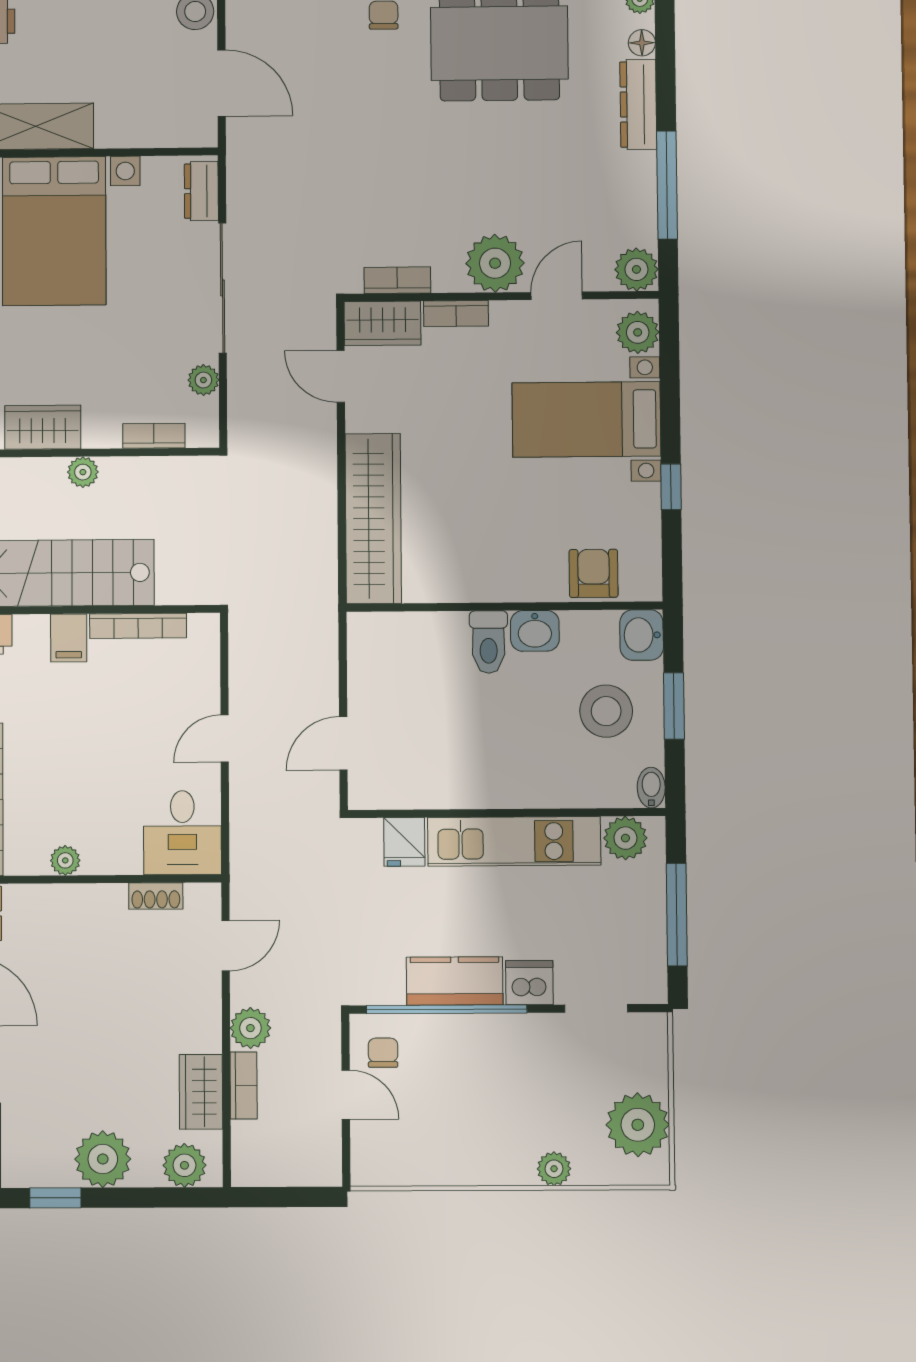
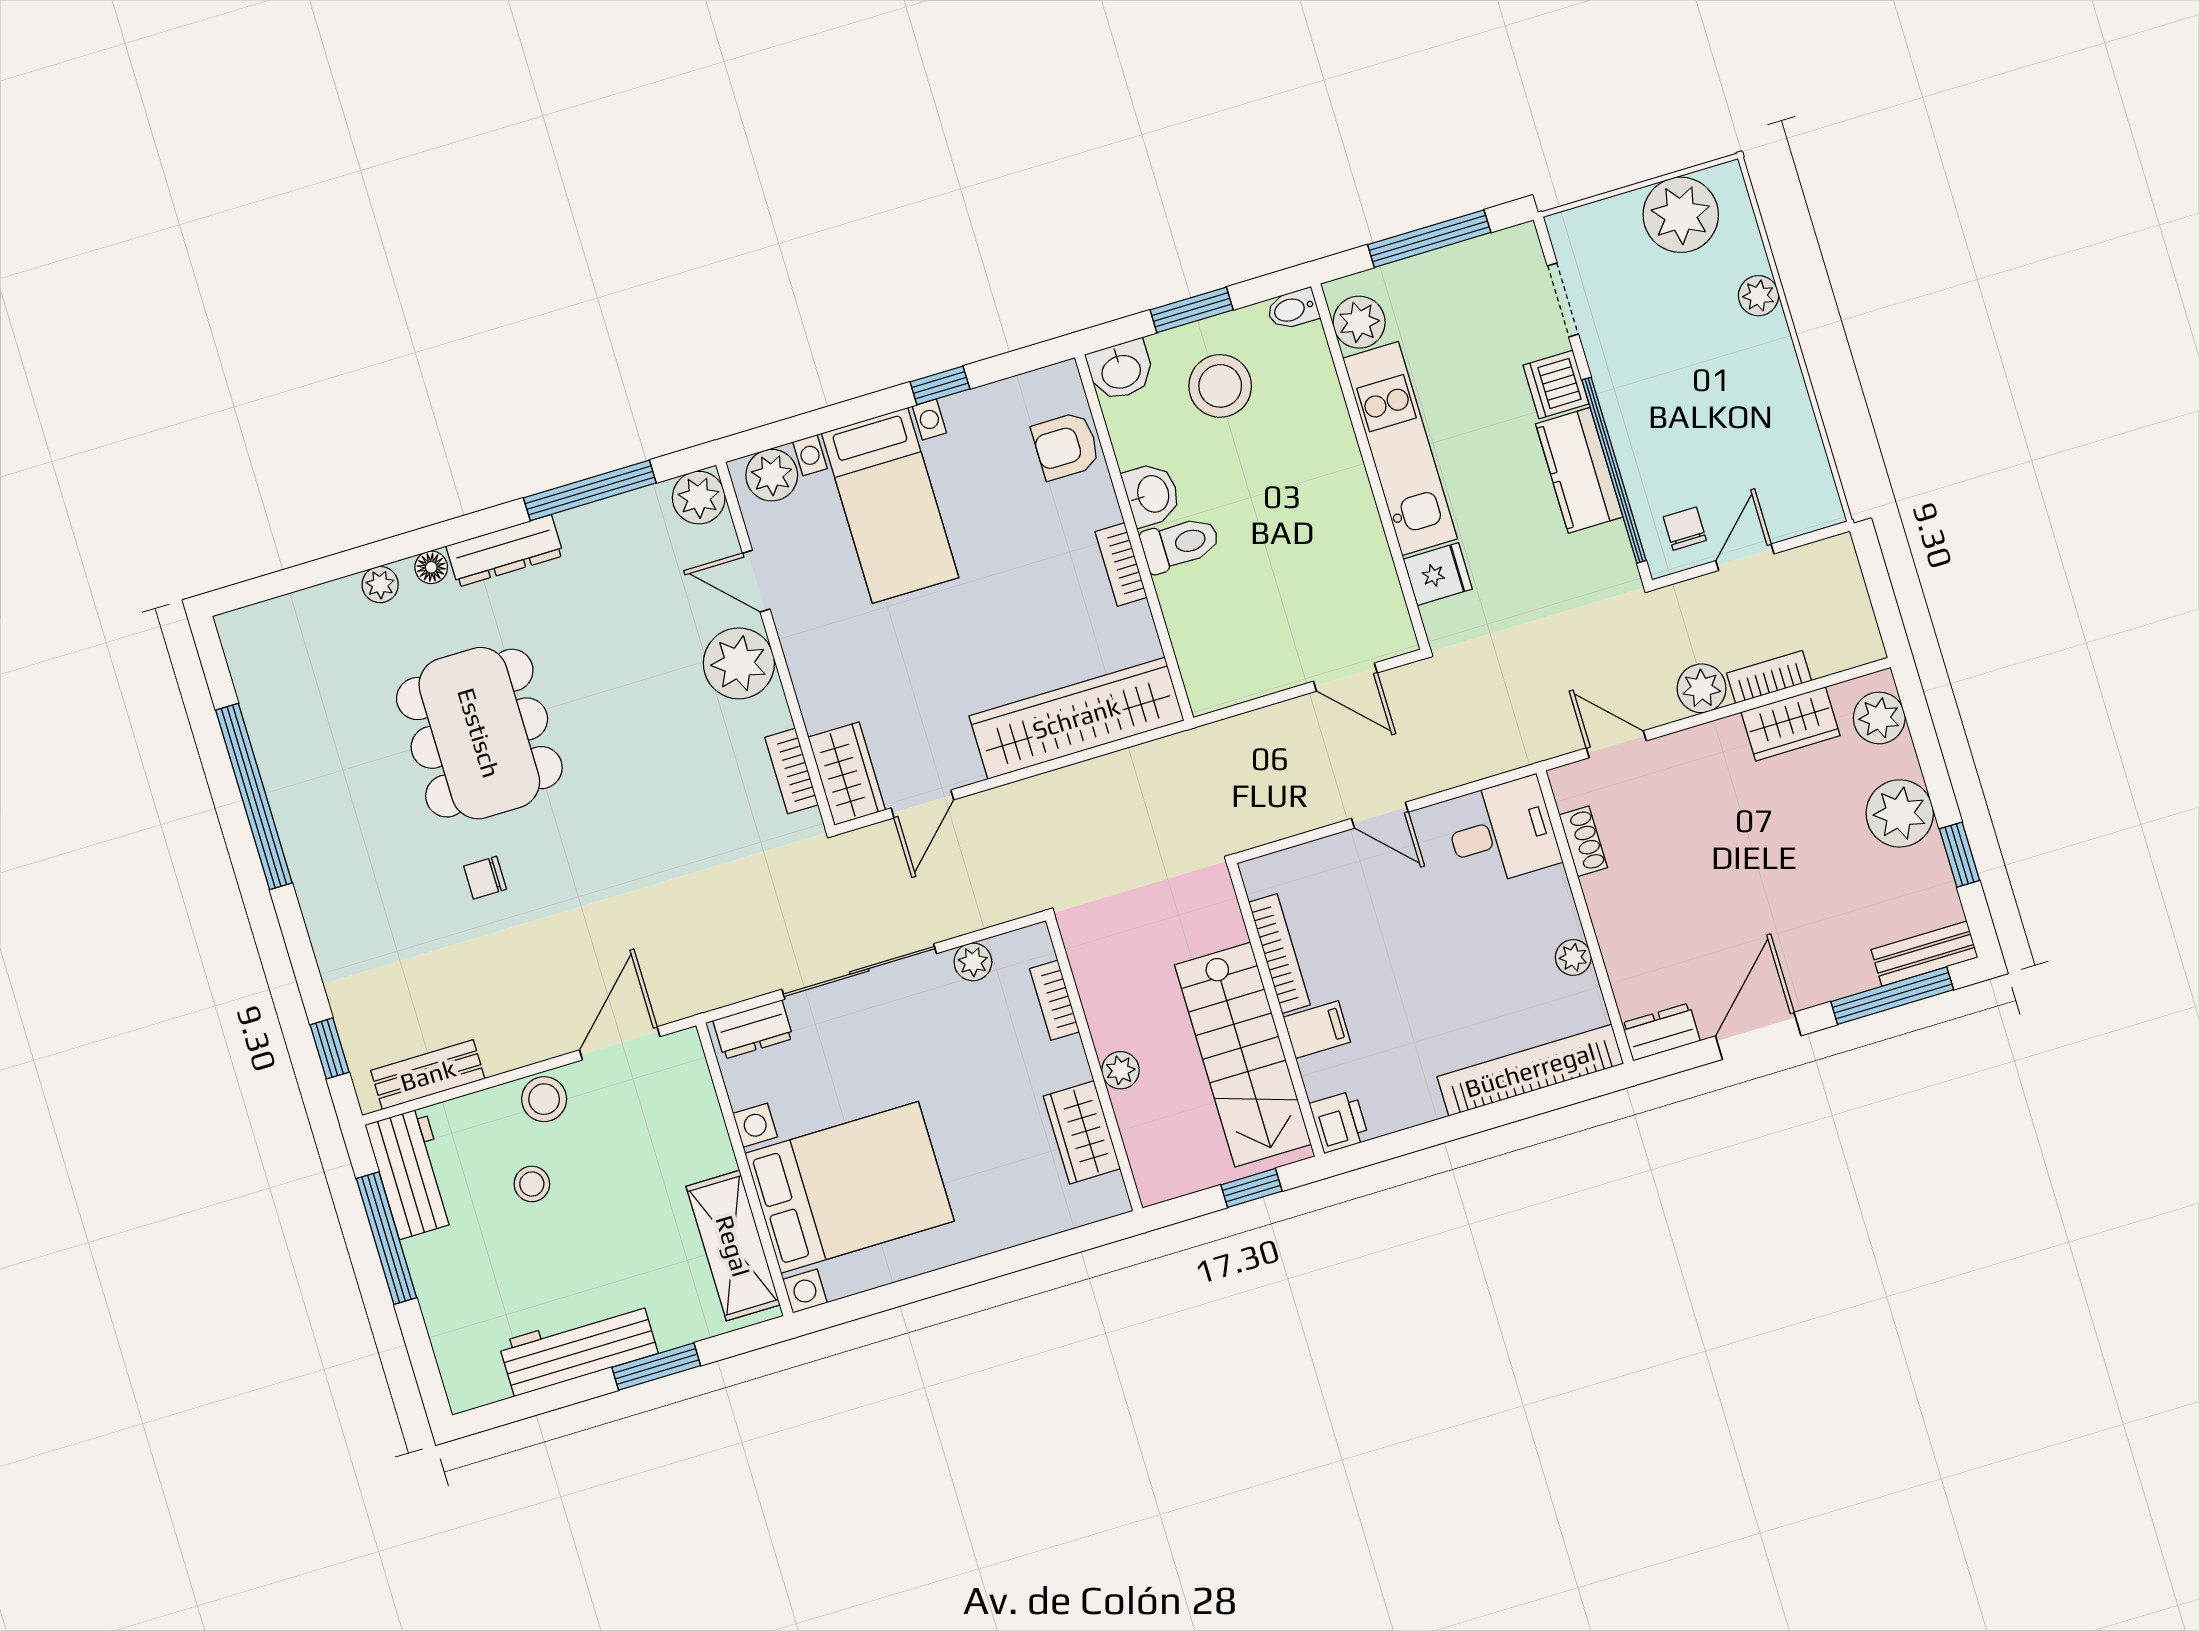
bookcase: (456, 313) -> (1121, 564), moved, turned 180
chair: (383, 1053) -> (1685, 529), turned 90

